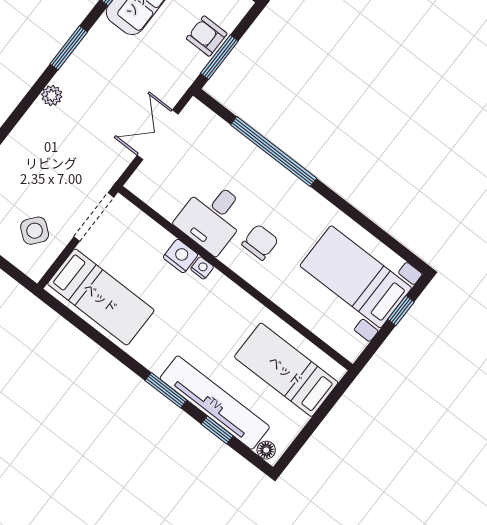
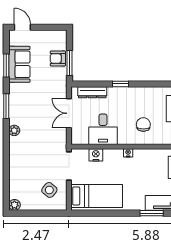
dresser: (219, 130) -> (92, 92), added
window: (274, 152) -> (121, 84), width x0.32
desk: (212, 217) -> (103, 129), moved
nightstand: (180, 256) -> (96, 155), moved

